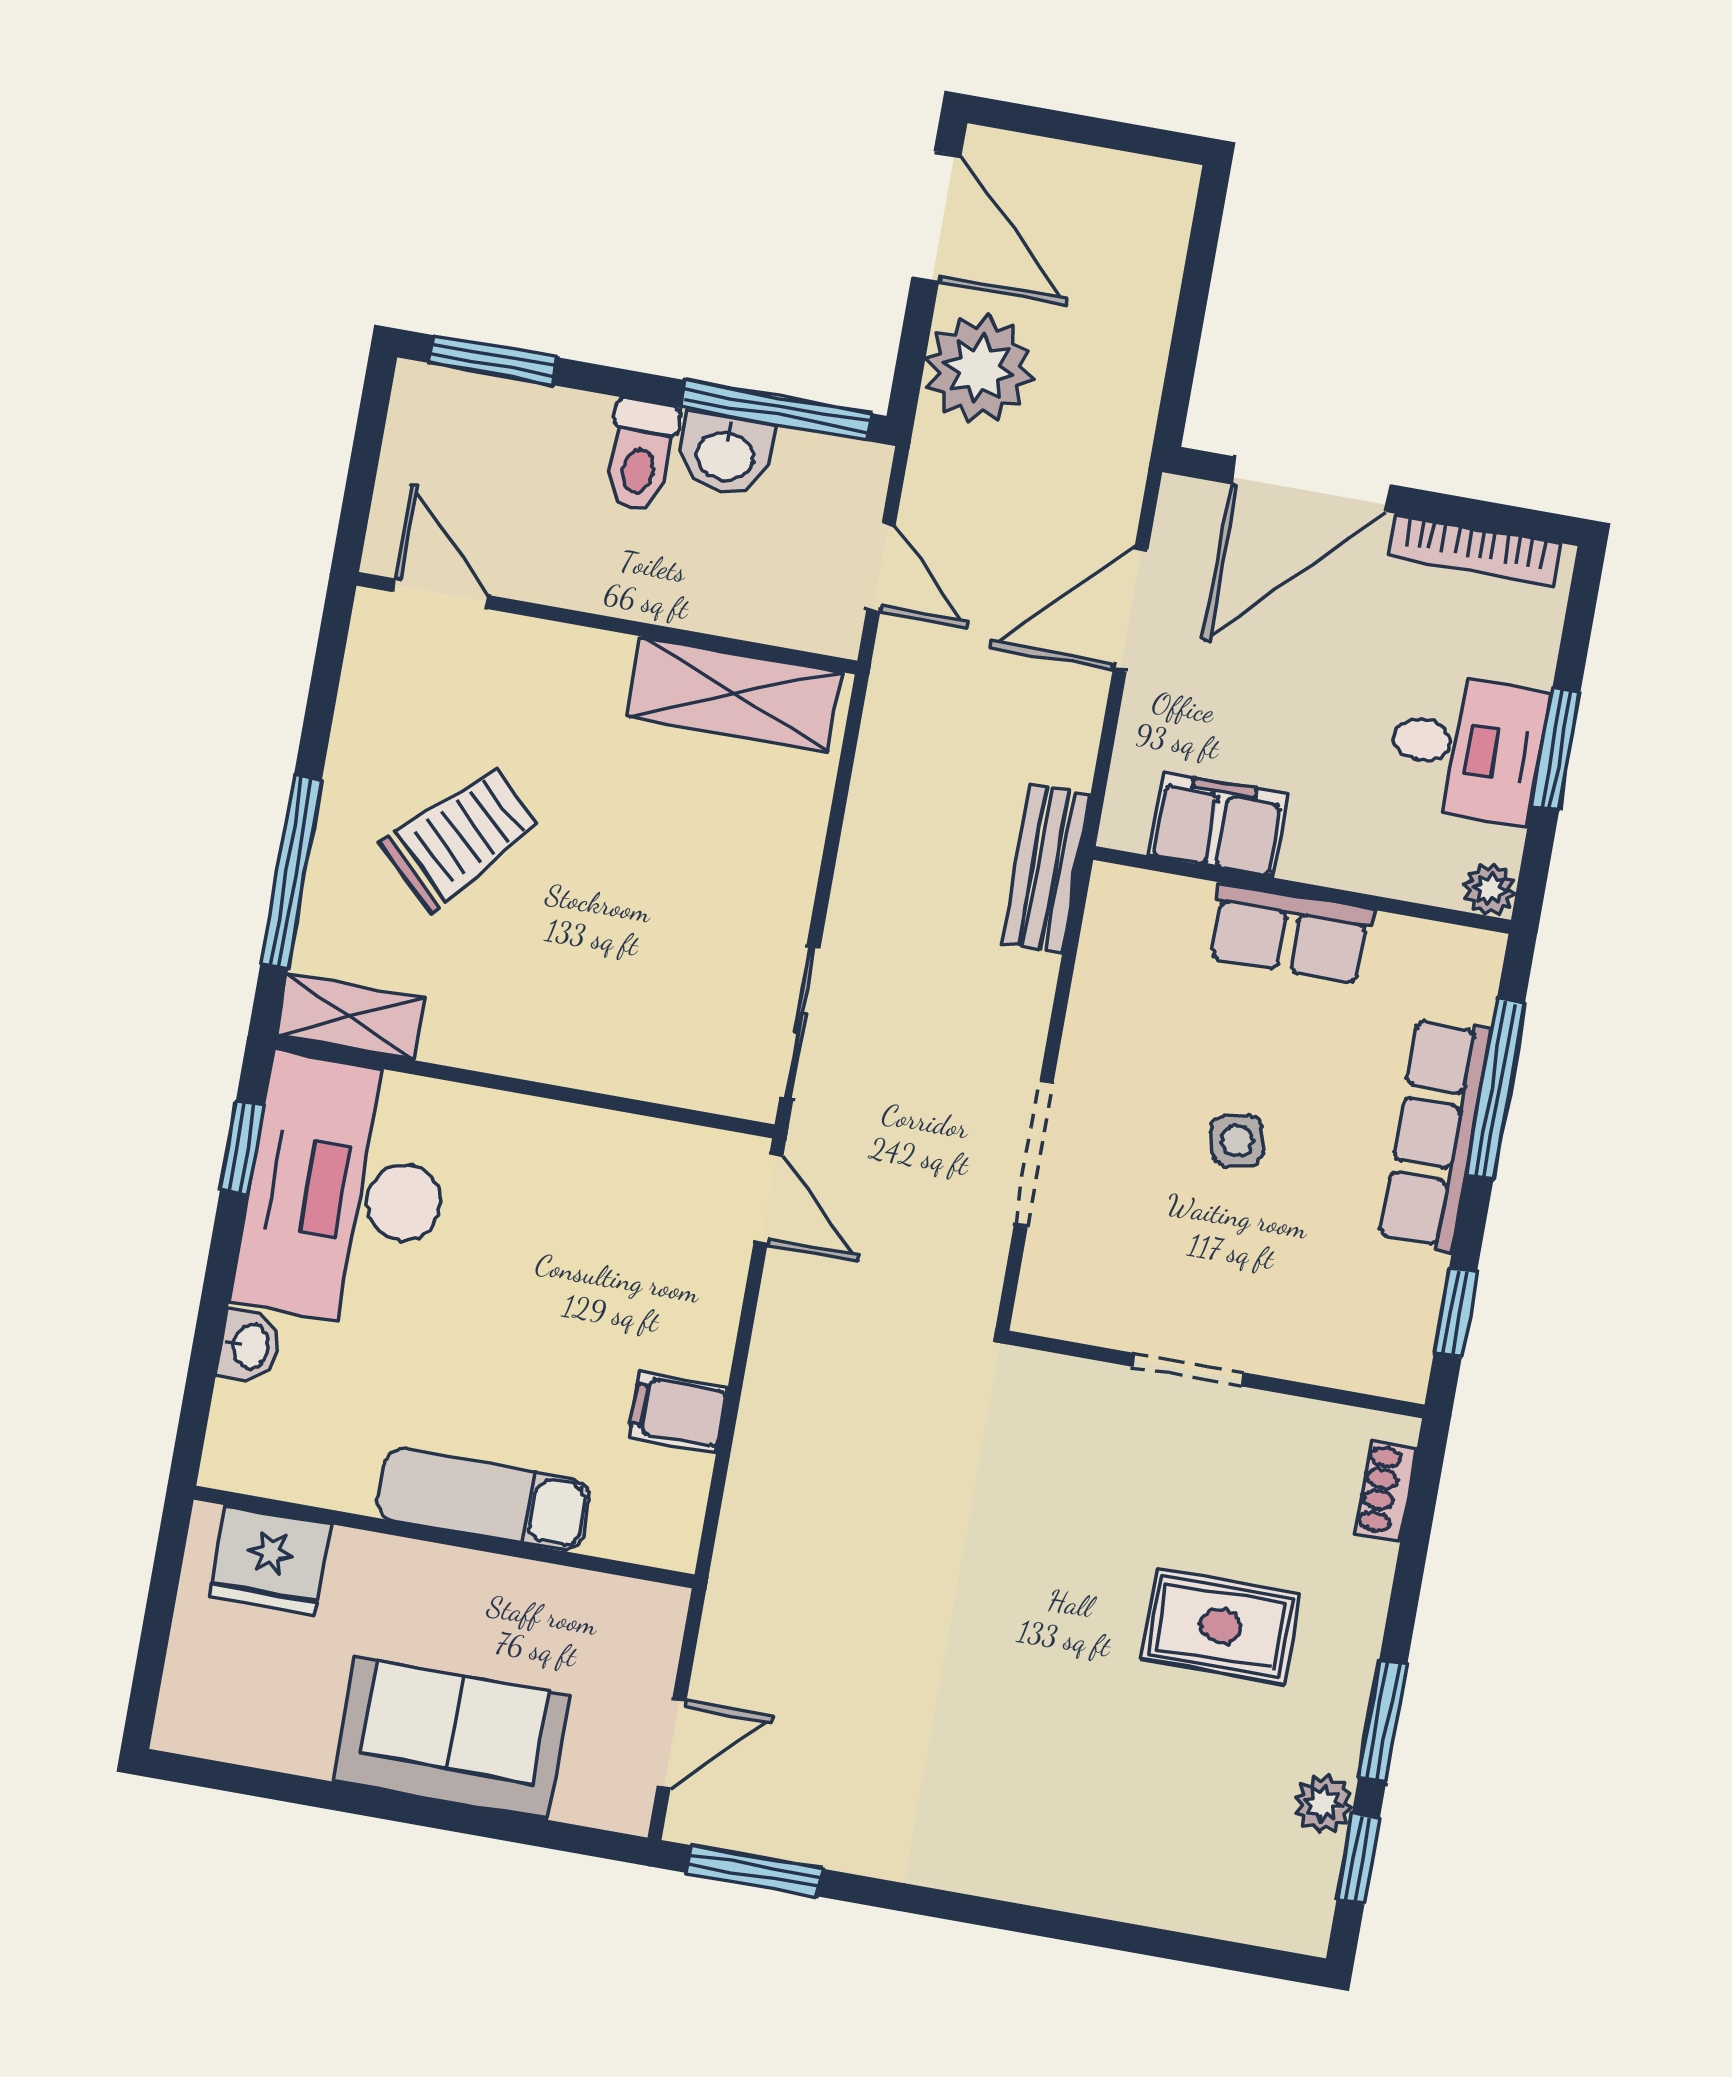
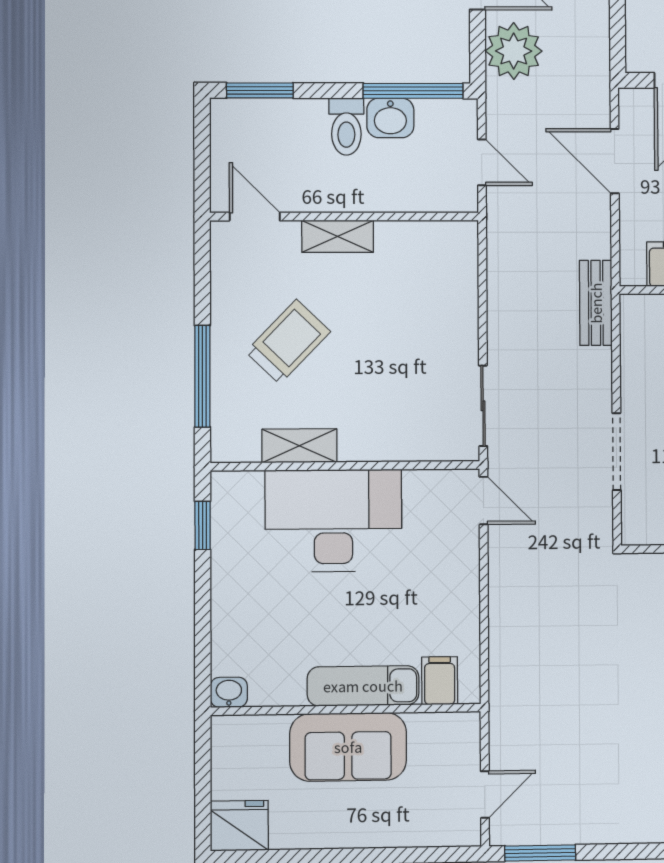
door: (1131, 609) -> (615, 161), hinge flipped
shelving: (735, 694) -> (338, 236), moved, width x0.67, depth x0.75
shelving: (351, 1017) -> (299, 446), moved
desk: (346, 1192) -> (333, 521), moved, turned 90
washbasin: (249, 1346) -> (229, 692), moved, turned -90
filing cabinet: (678, 1412) -> (440, 681), moved, turned 90
fridge: (270, 1560) -> (239, 826), moved, turned 180
sofa: (452, 1738) -> (348, 747), moved, turned 180

